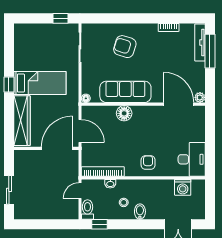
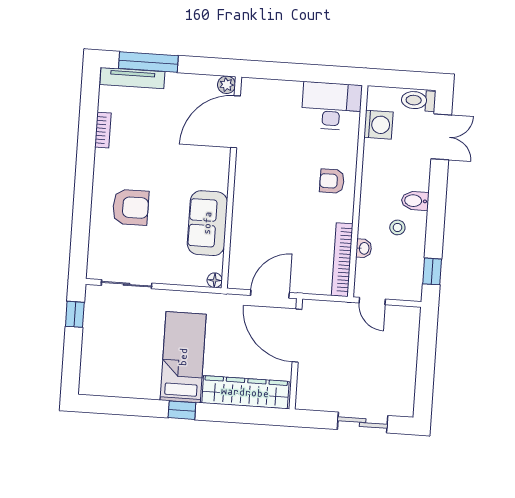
armchair: (125, 47) -> (131, 207), turned -108
sofa: (125, 92) -> (207, 223), width x0.73
floor lamp: (124, 113) -> (245, 216), removed
toilet: (88, 210) -> (418, 100), moved

